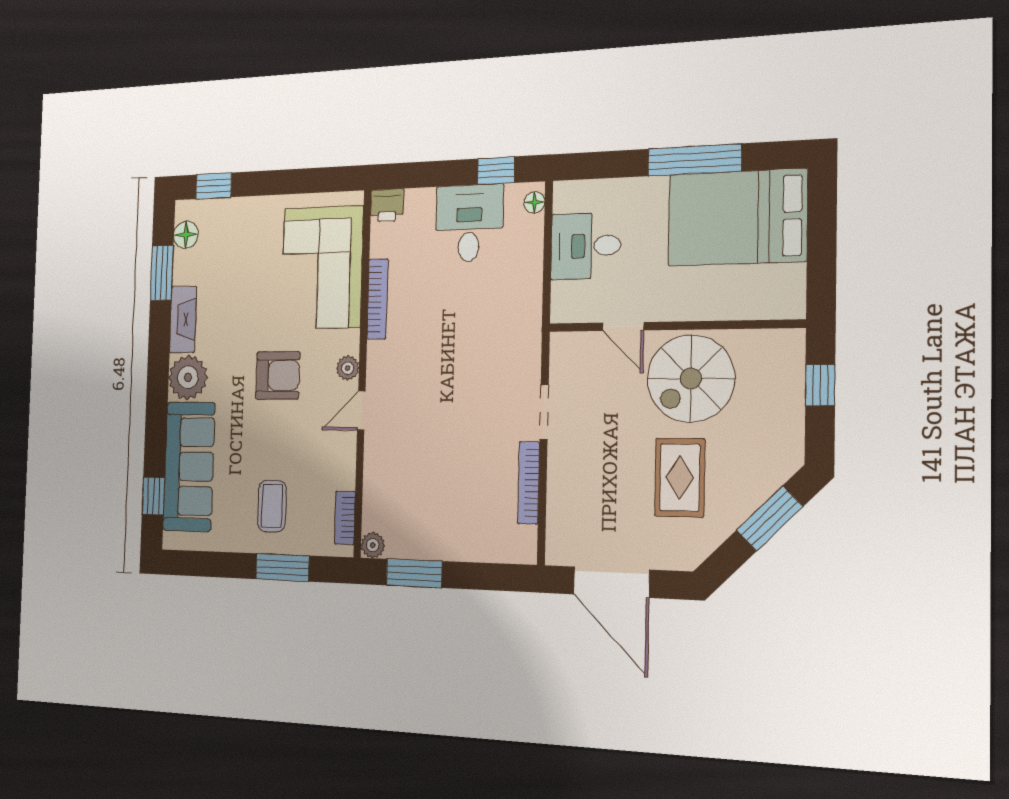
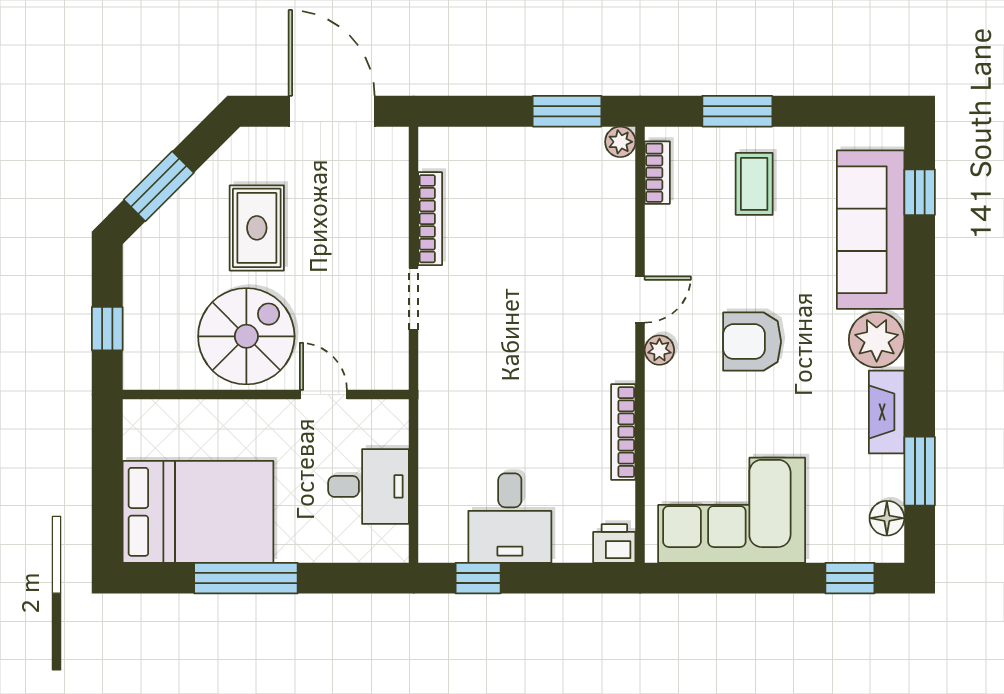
floor lamp: (534, 202) -> (431, 539), removed
corner sofa: (322, 268) -> (732, 510), moved, turned -90

